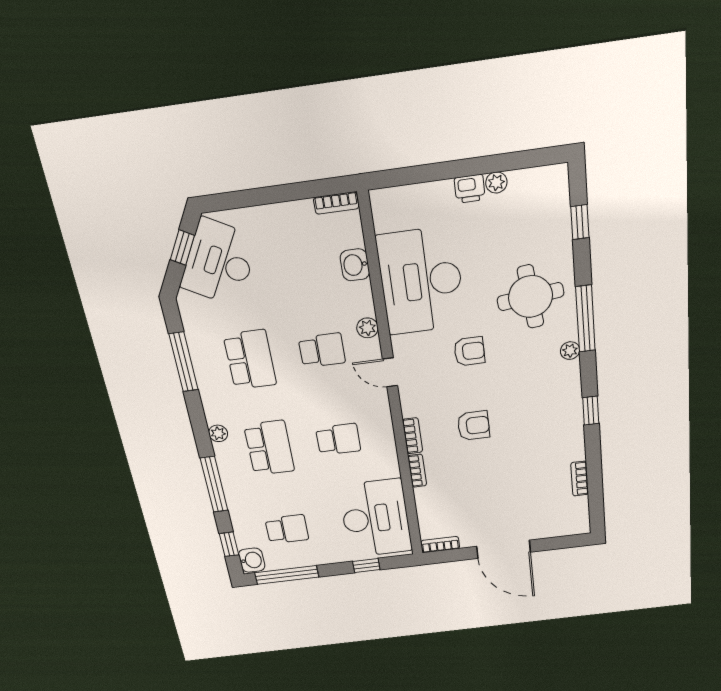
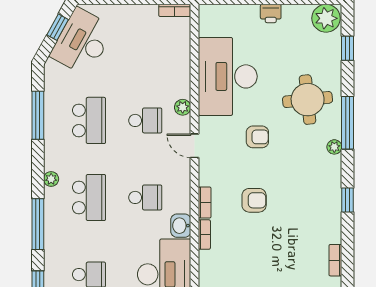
plant: (496, 183) -> (326, 18), moved, width x1.88, depth x1.88
washbasin: (355, 265) -> (181, 226), moved

